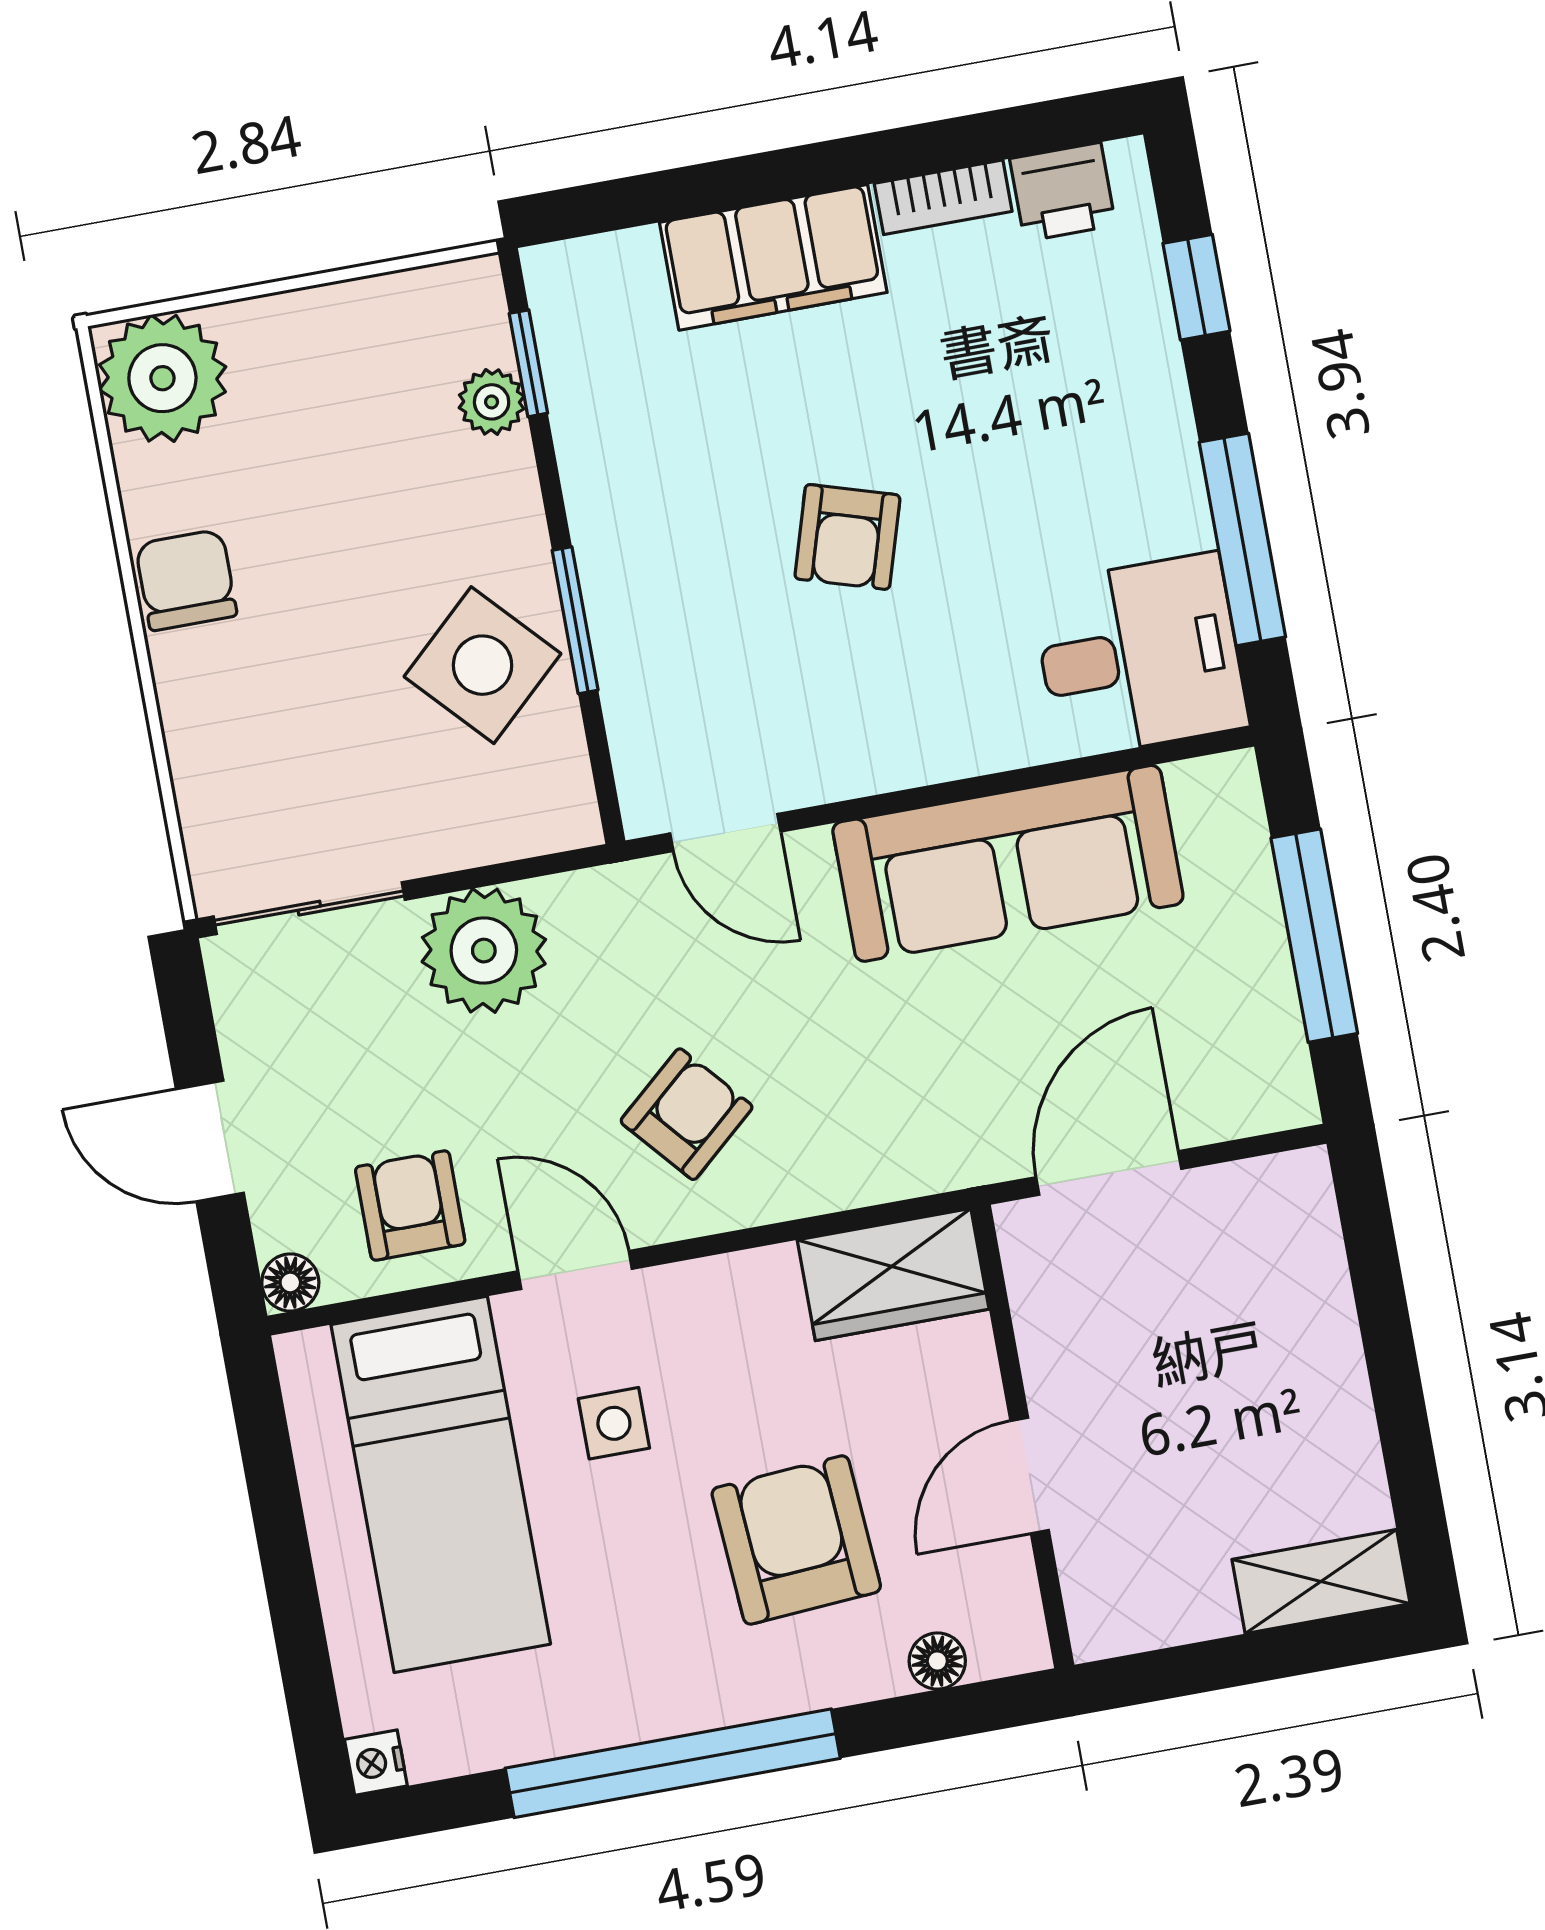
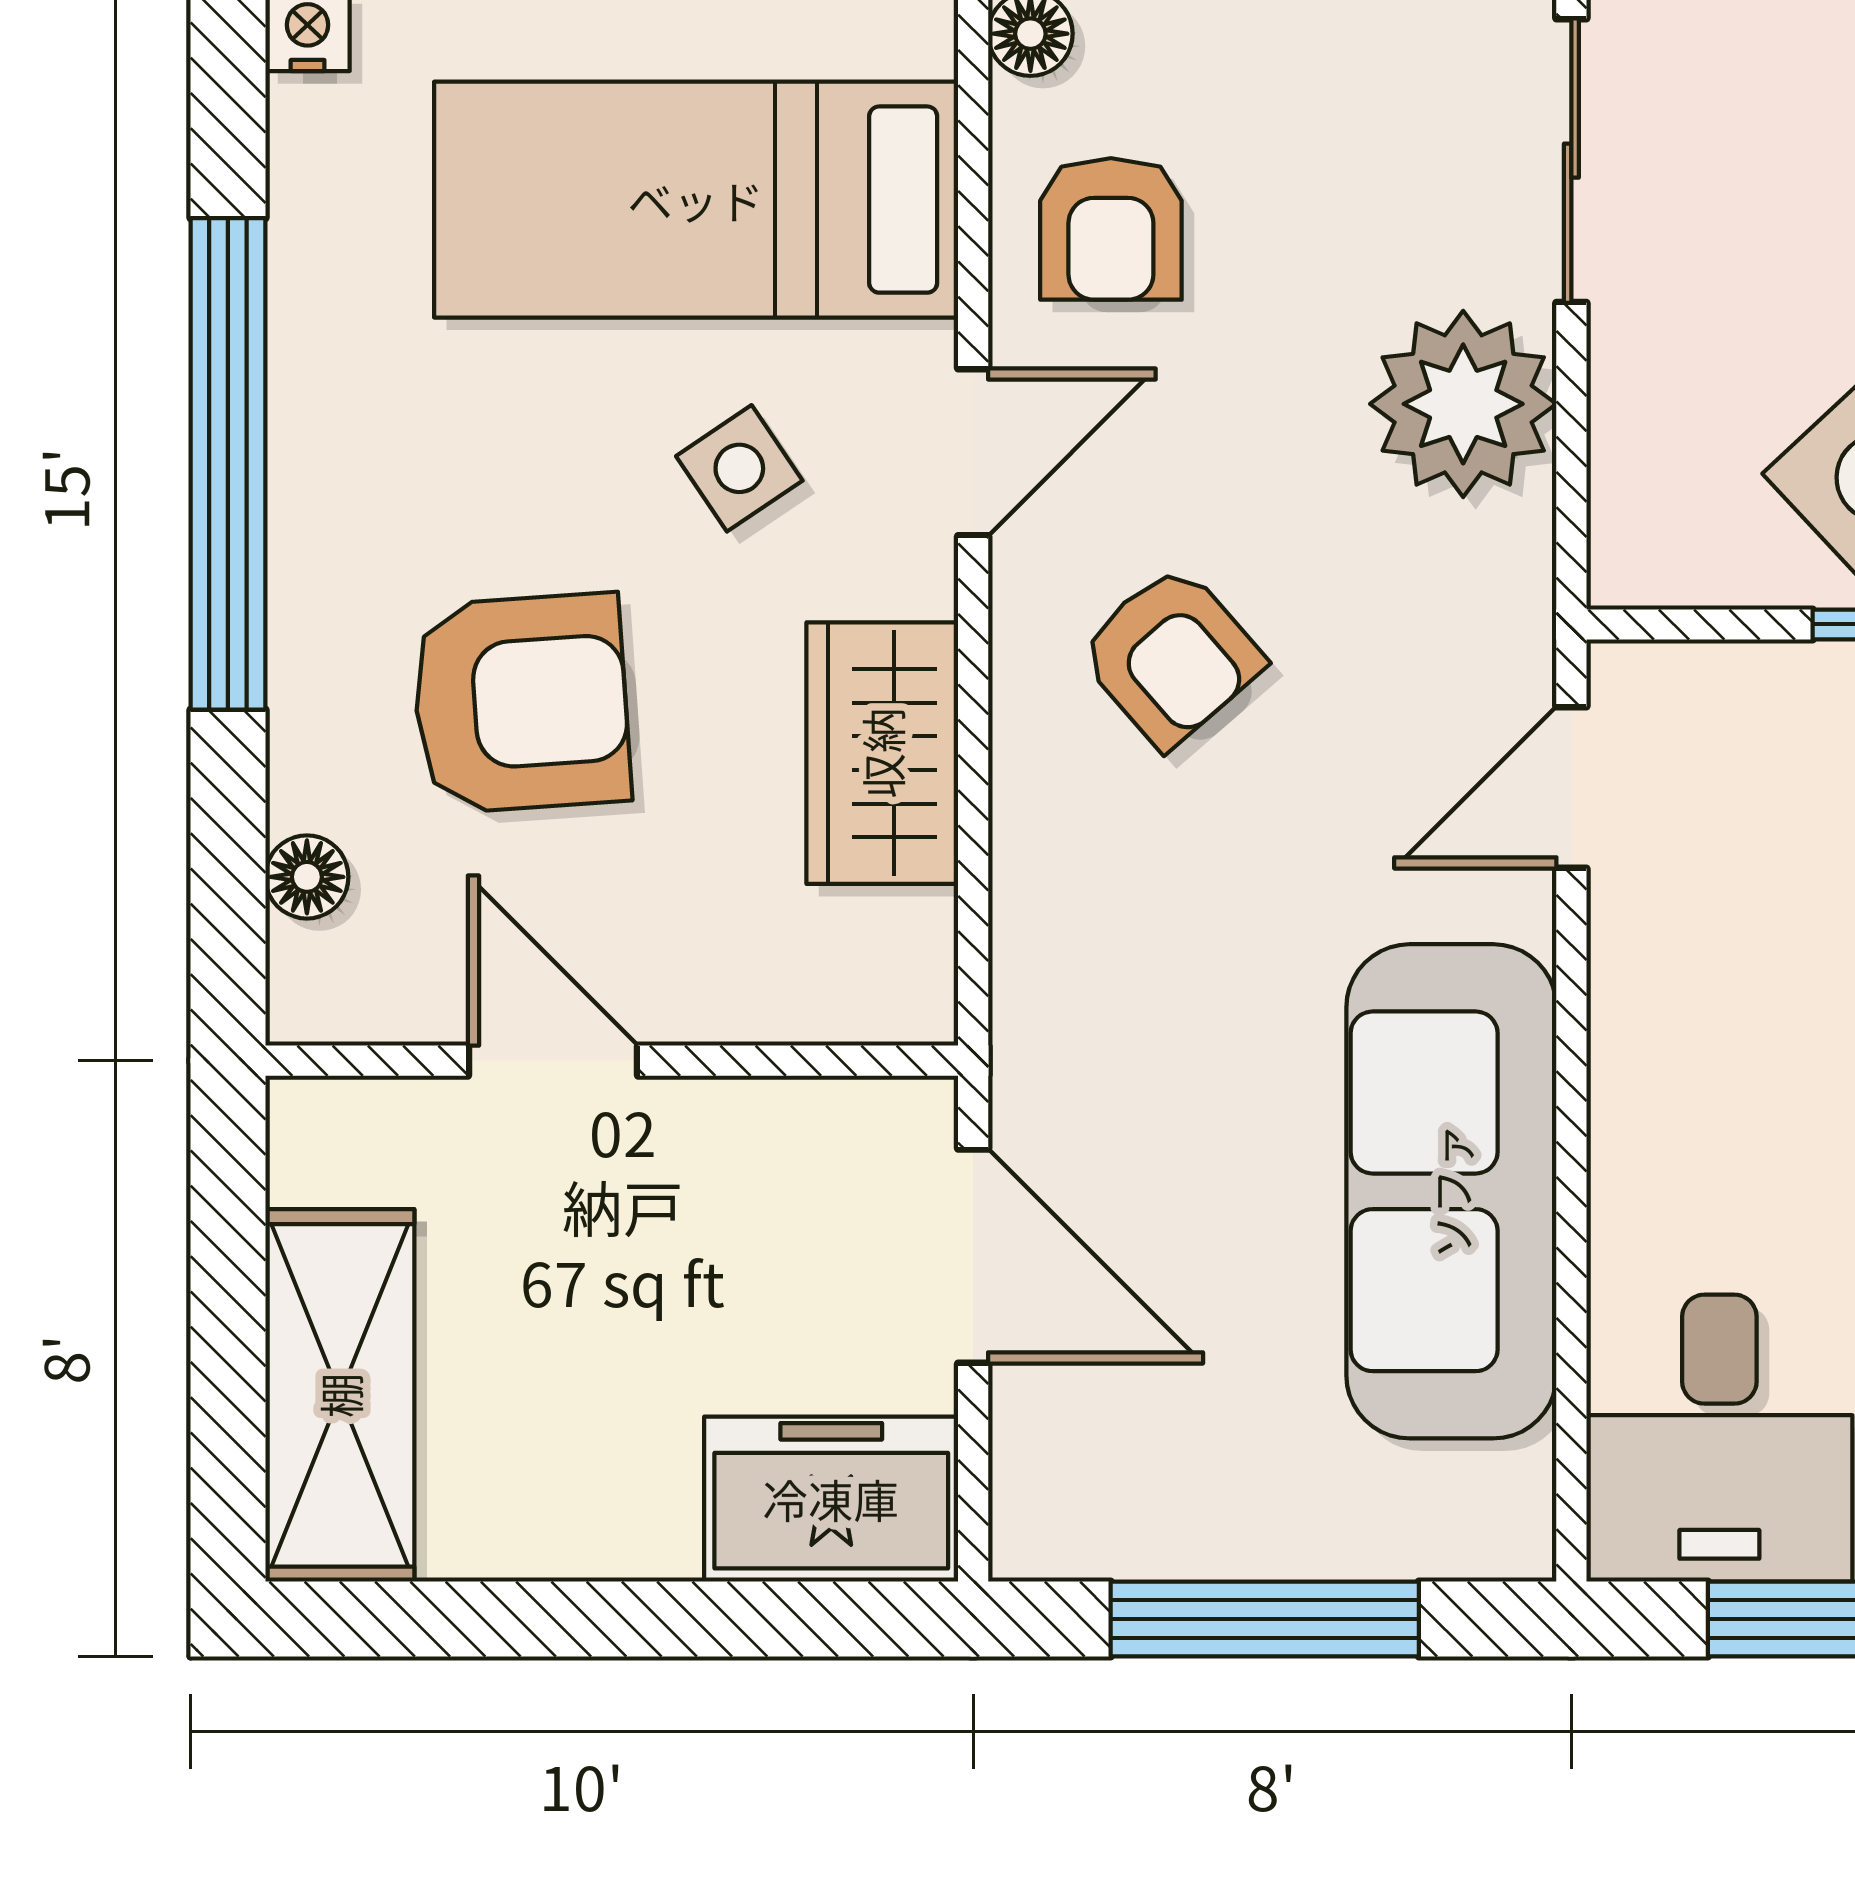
armchair: (410, 1205) -> (1111, 229), turned 90
freezer: (1287, 1238) -> (831, 1499), added
wardrobe: (893, 1274) -> (882, 753), moved
side table: (614, 1423) -> (739, 468), turned -34
shelving: (1321, 1582) -> (340, 1395), width x1.50, depth x1.33

